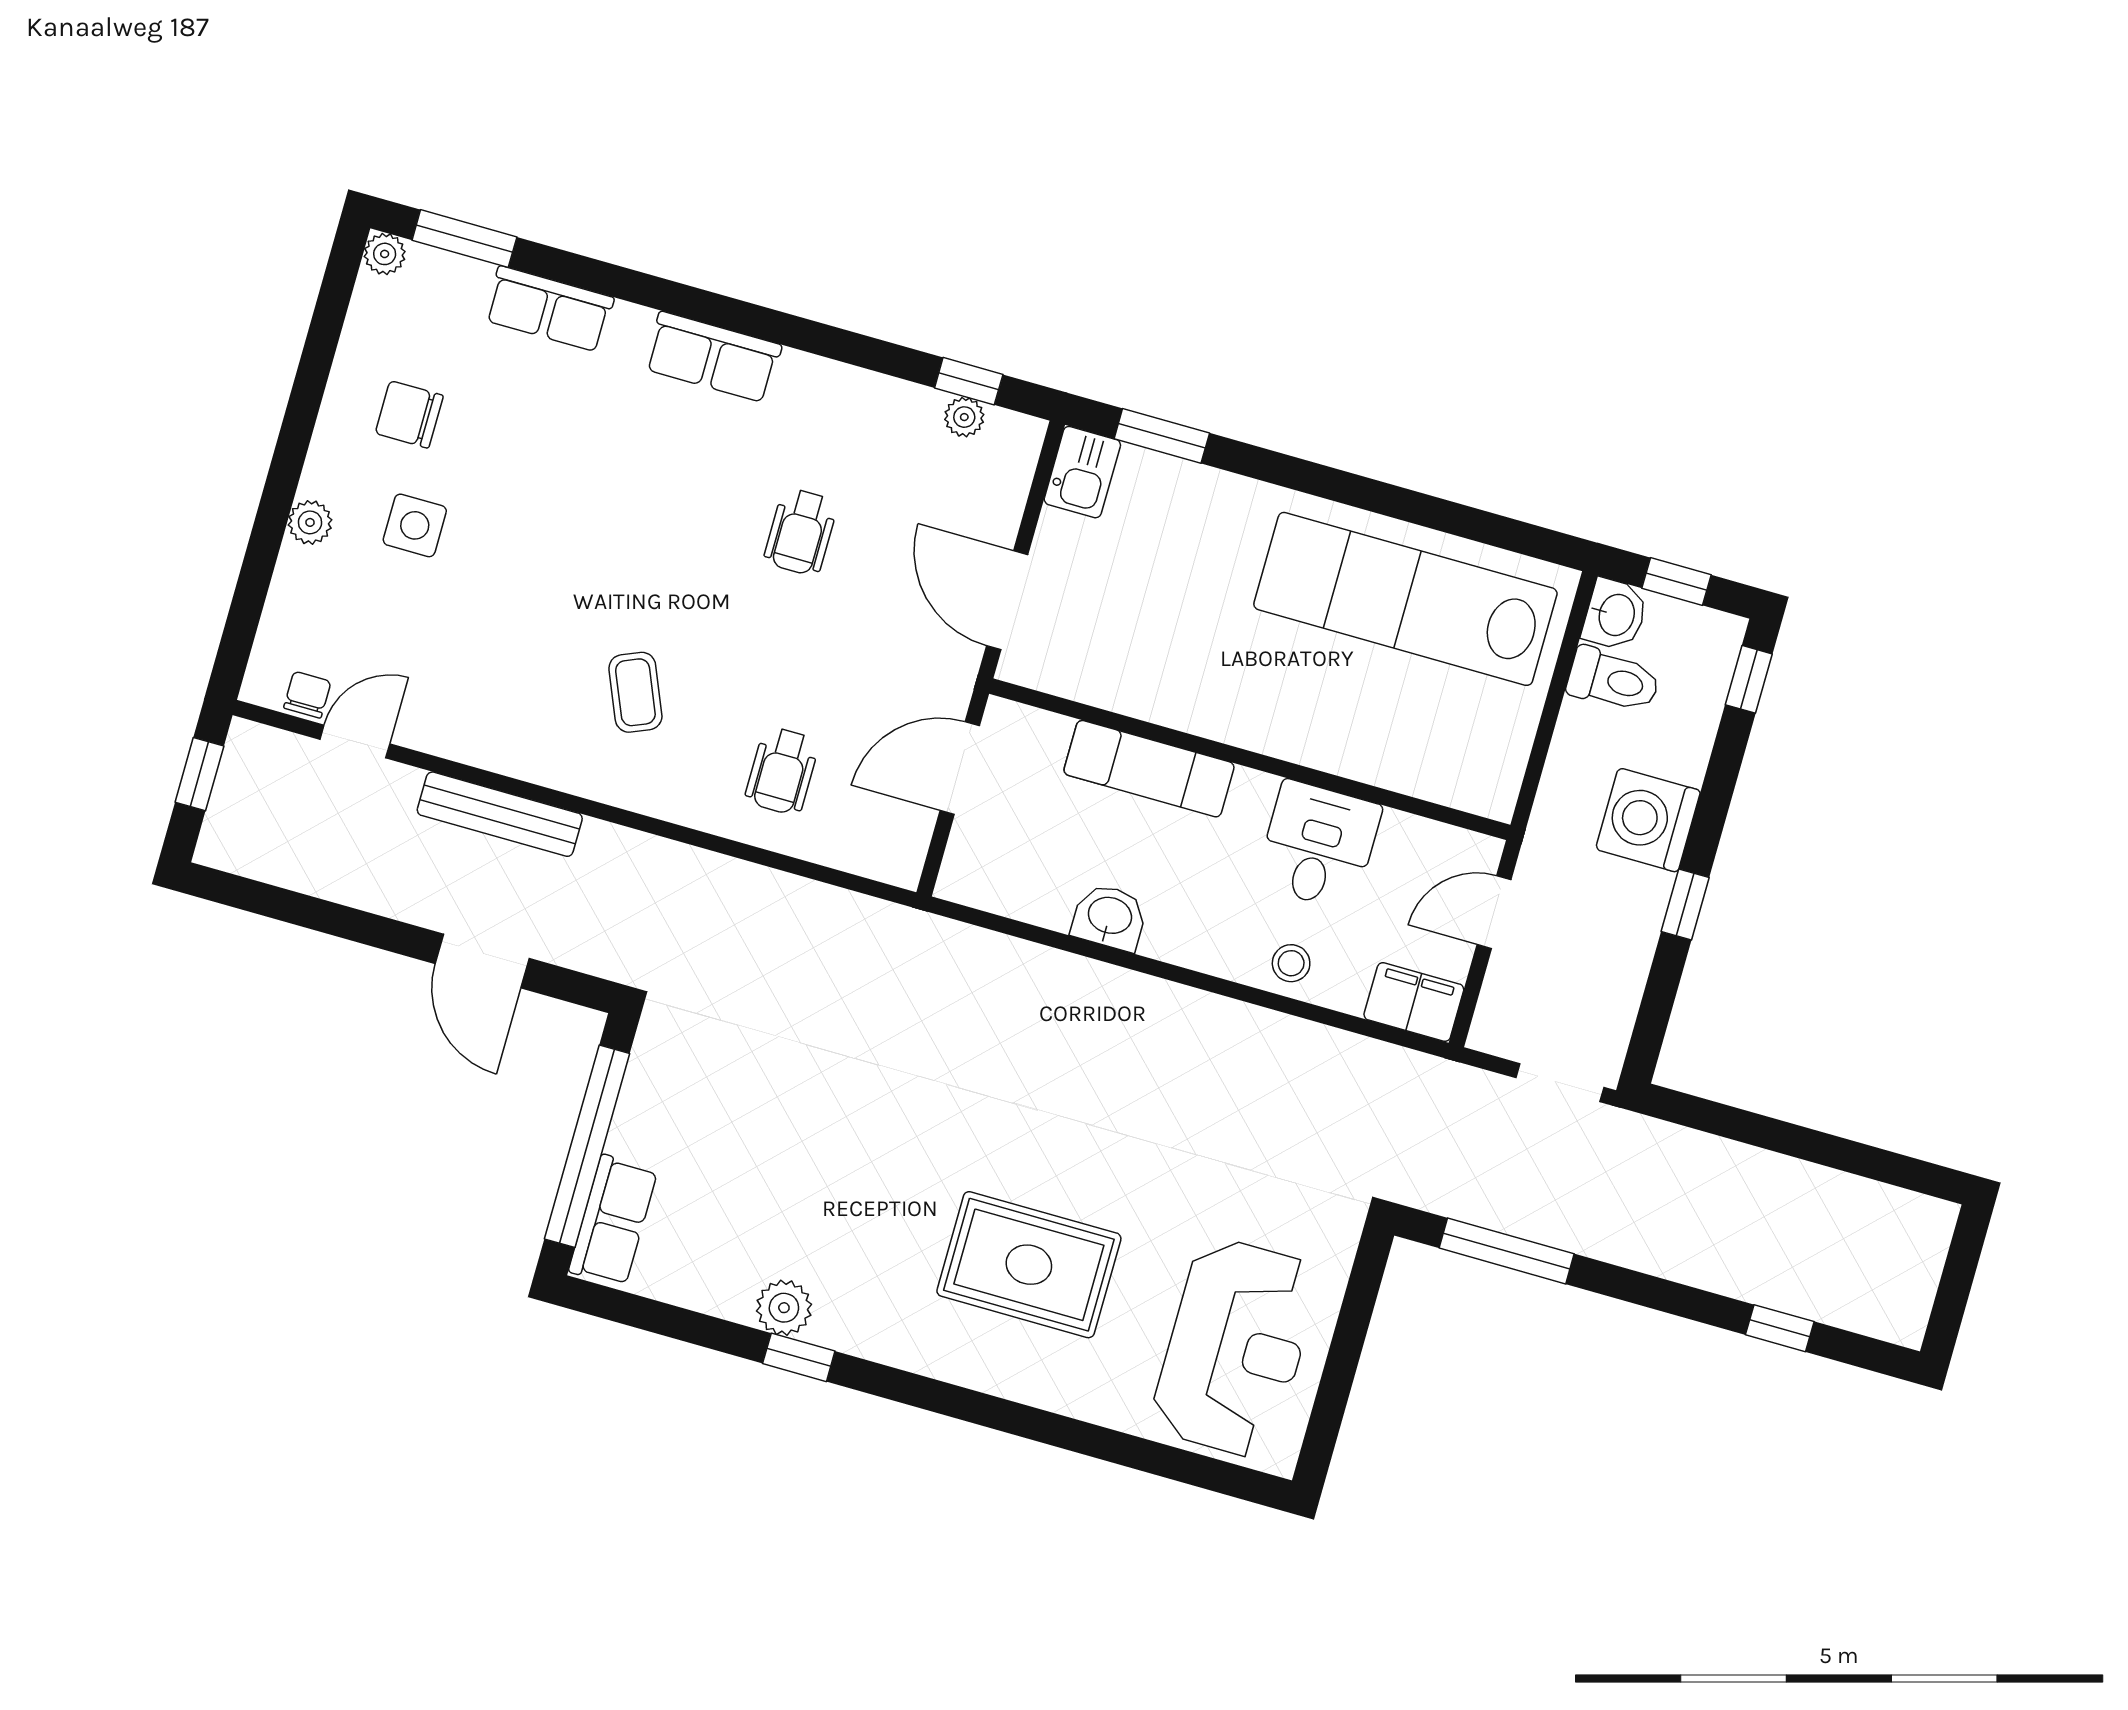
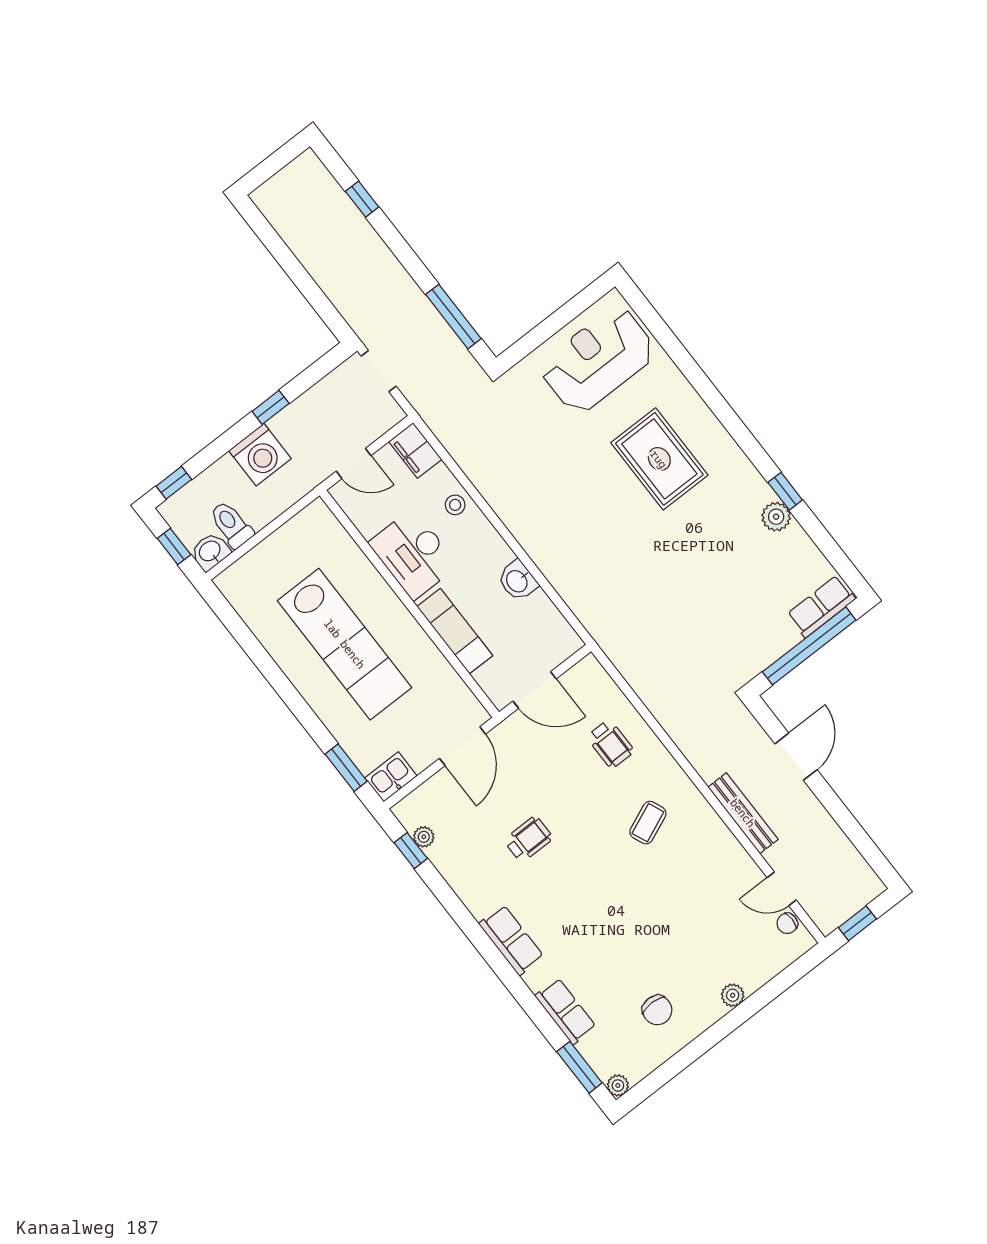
side table: (415, 525) -> (689, 961), removed
lab bench: (1405, 599) -> (345, 644), moved
wheelchair: (782, 771) -> (610, 744), turned 90
desk: (1318, 845) -> (413, 554), width x1.37

